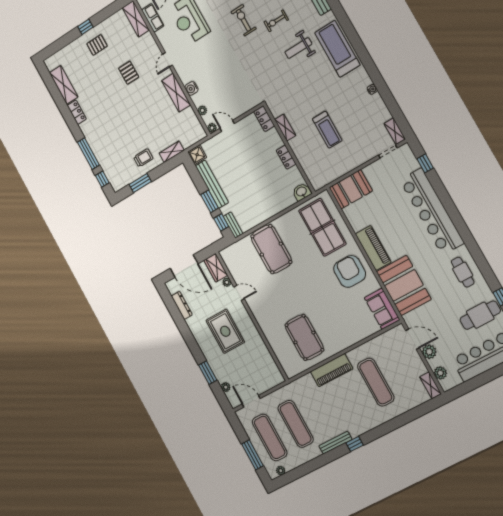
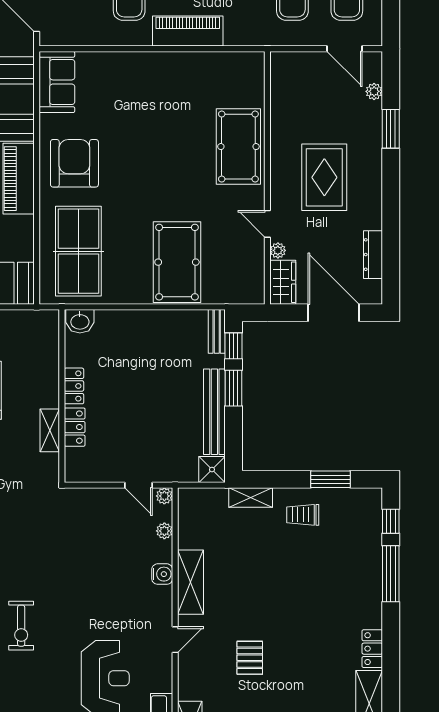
locker: (264, 119) -> (75, 427), moved
armchair: (350, 271) -> (74, 163), turned 180
pool table: (304, 337) -> (238, 147), moved

